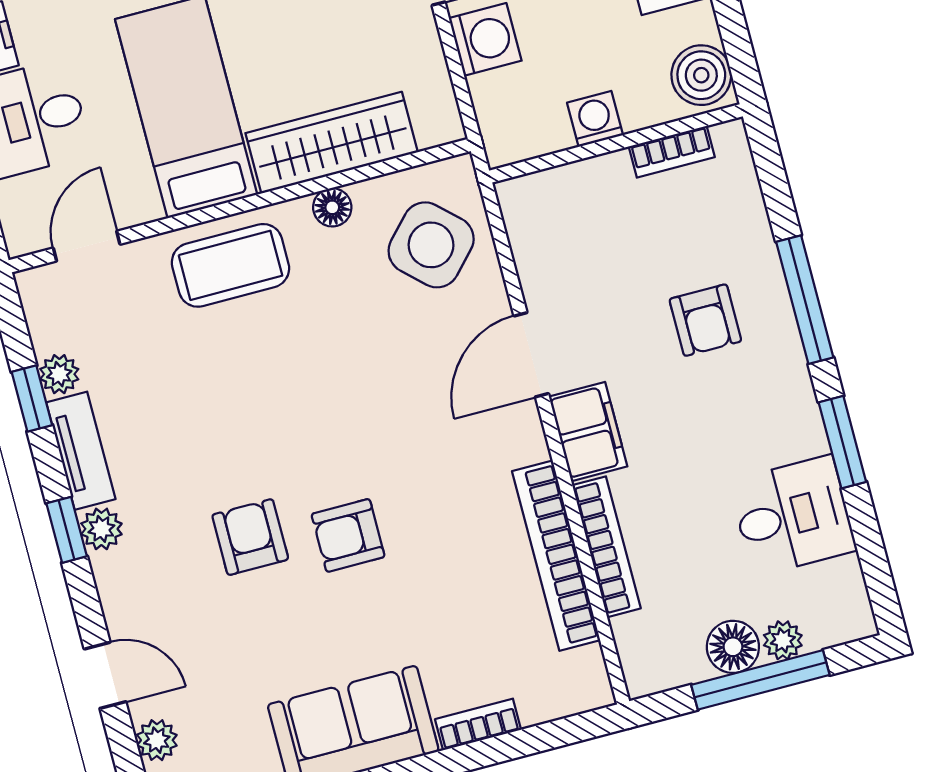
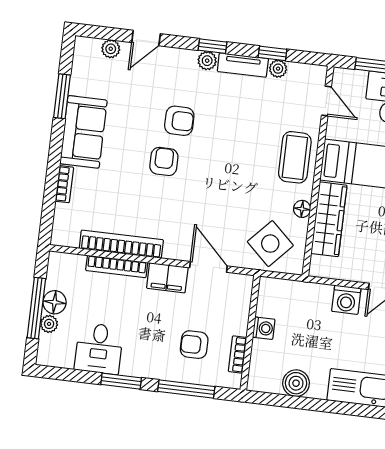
washing machine: (595, 119) -> (264, 328), moved
wall: (616, 143) -> (250, 333), moved
bookcase: (672, 152) -> (237, 355), moved

